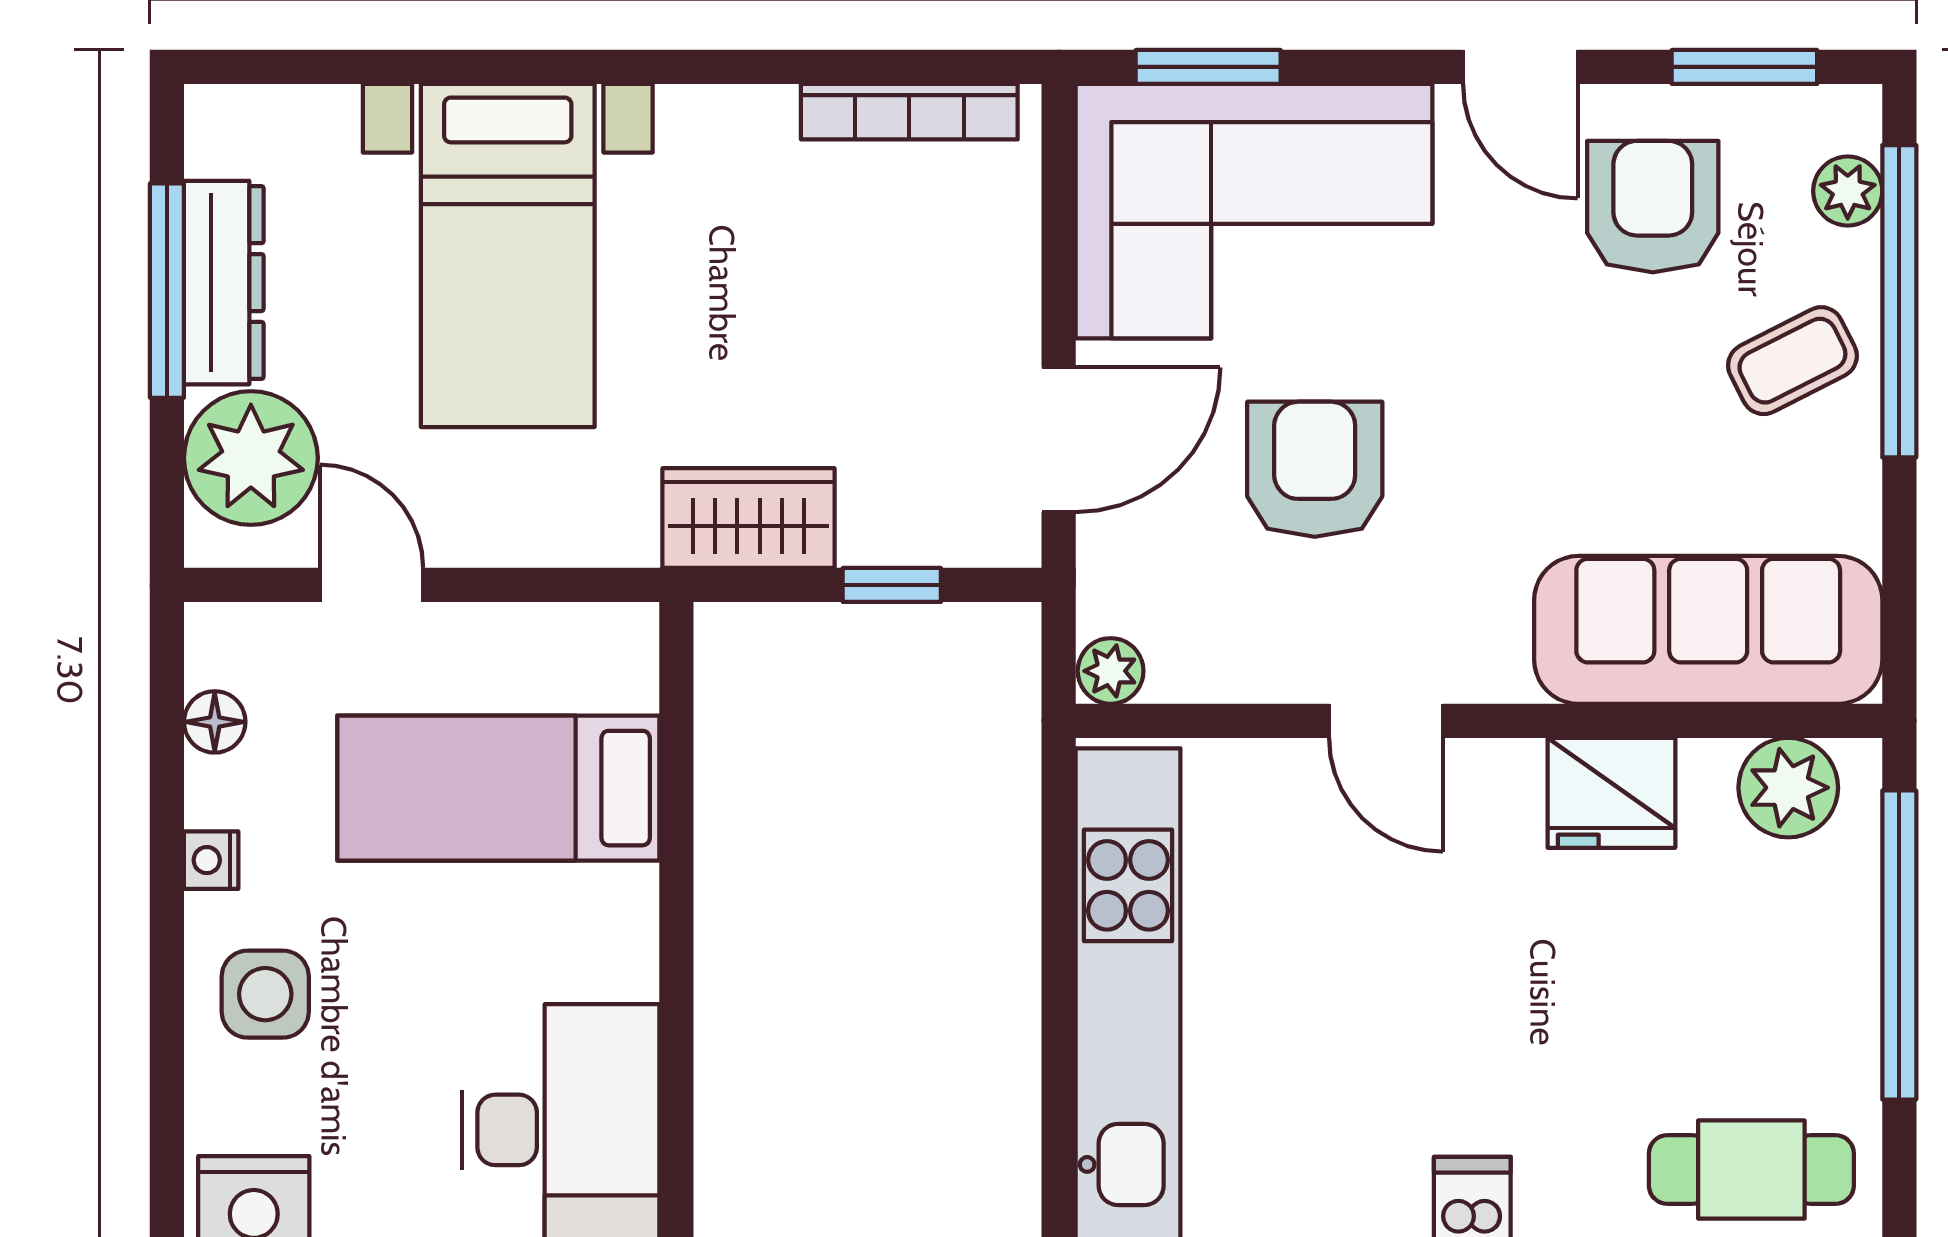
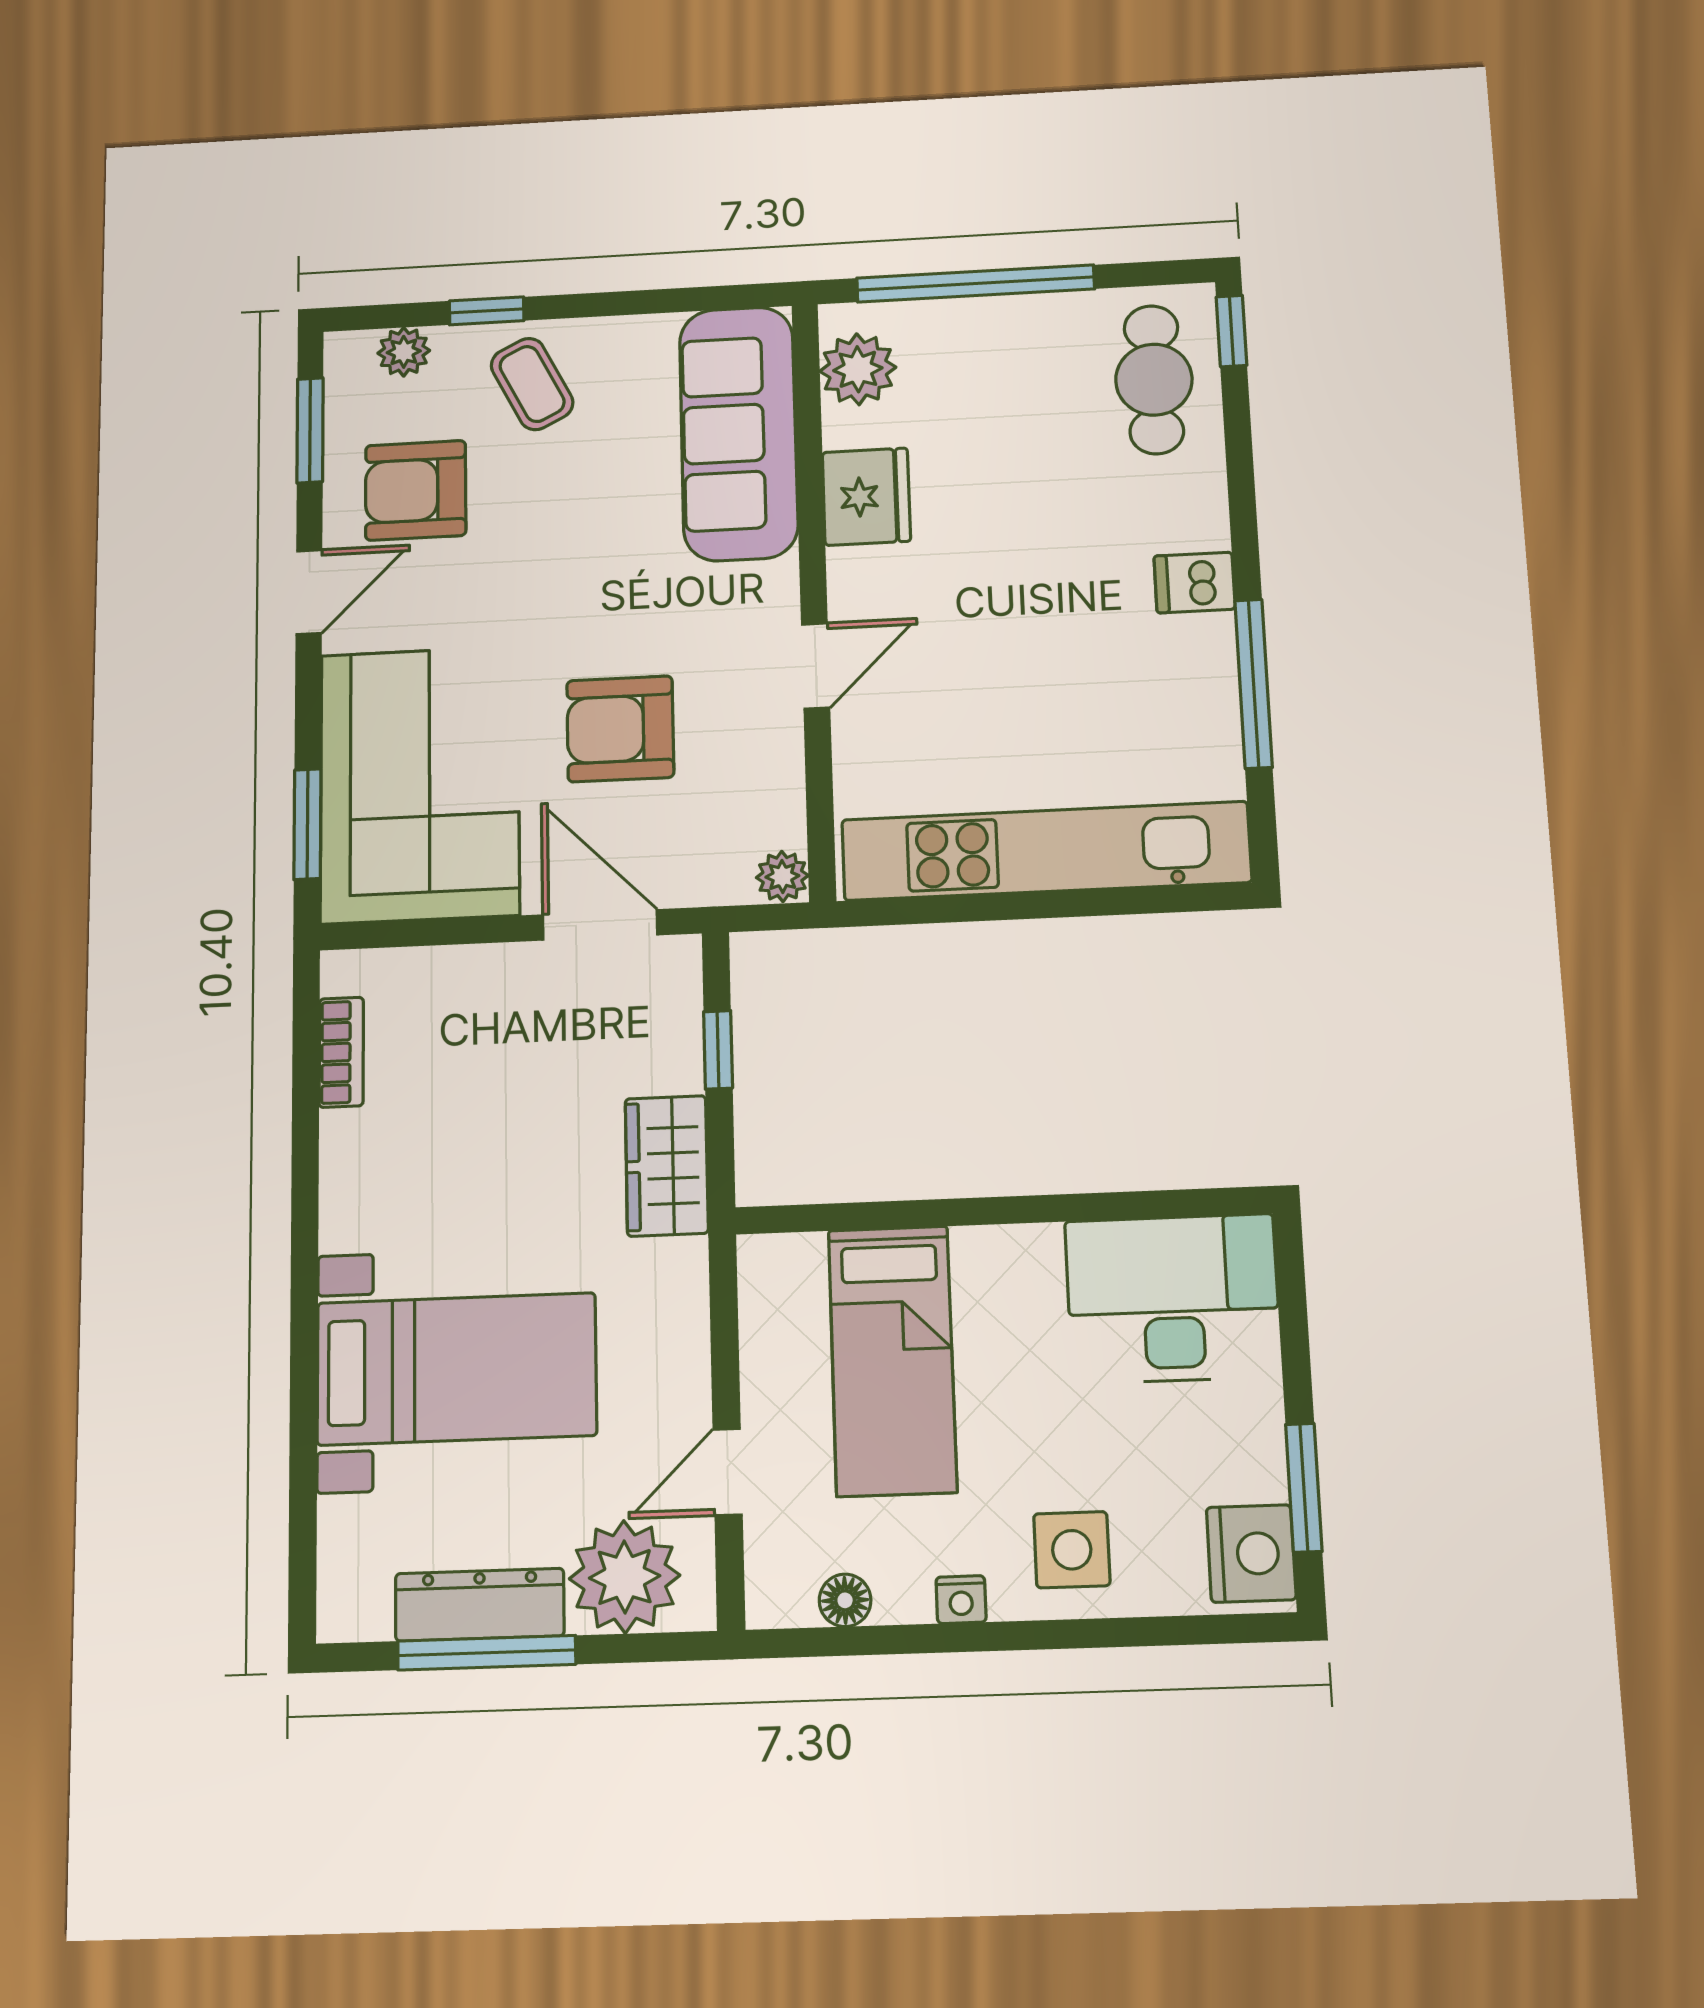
bookcase: (909, 112) -> (341, 1052), width x0.64
window: (1899, 301) -> (487, 311), width x0.32

